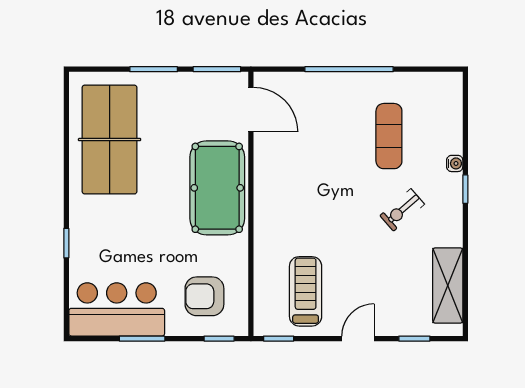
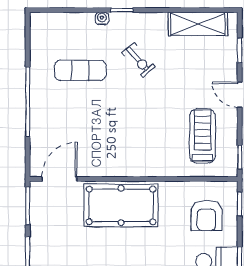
treadmill: (306, 291) -> (202, 136), turned 90

